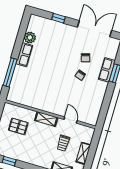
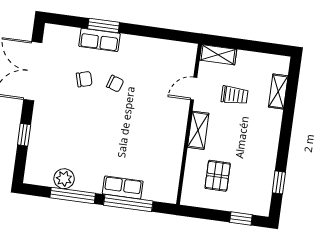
window: (19, 41) -> (73, 195), added
row of seats: (24, 55) -> (123, 188), moved
shelving: (83, 153) -> (218, 55), moved

